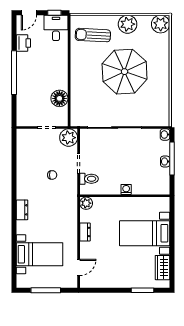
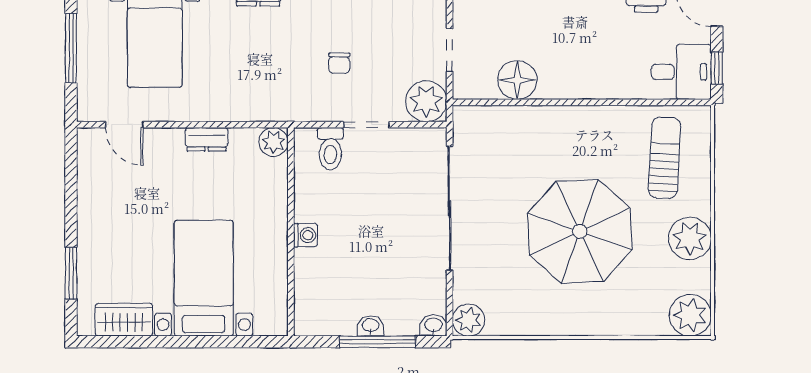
plant: (163, 119) -> (469, 320), added

